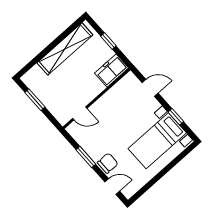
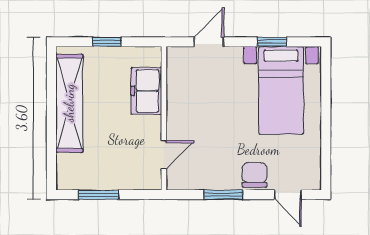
freezer: (112, 71) -> (146, 91), moved
door: (112, 187) -> (288, 195), swing flipped

